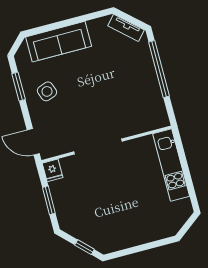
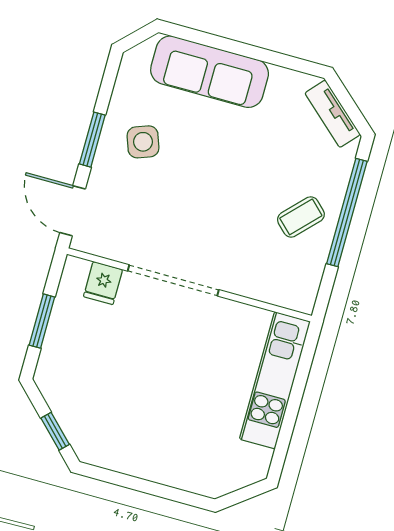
coffee table: (139, 83) -> (301, 217), added
window: (19, 87) -> (92, 140), moved
fridge: (53, 170) -> (103, 283), moved

